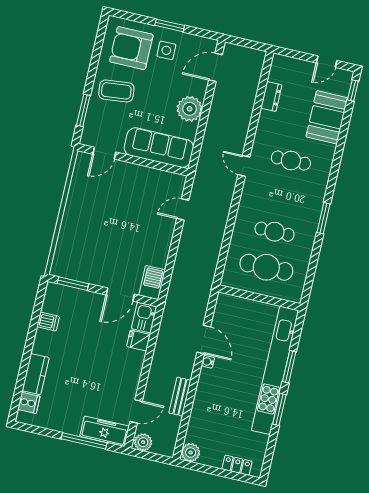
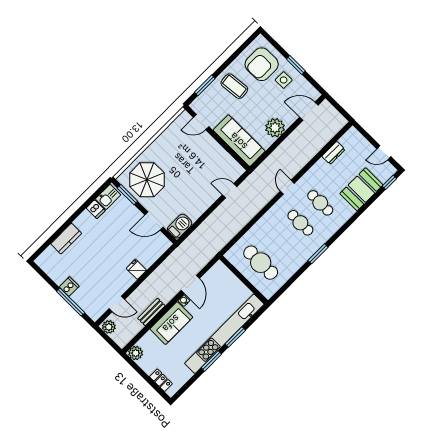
armchair: (131, 48) -> (262, 64), turned -90
cafe table: (275, 232) -> (300, 223), moved
parasol: (84, 254) -> (147, 180), added
kitchen sink: (144, 318) -> (108, 197), moved, turned 180
fridge: (139, 341) -> (136, 269), moved
sofa: (209, 395) -> (171, 323), added
cooker: (29, 403) -> (69, 287), moved, turned -90
freezer: (105, 431) -> (88, 304), removed

